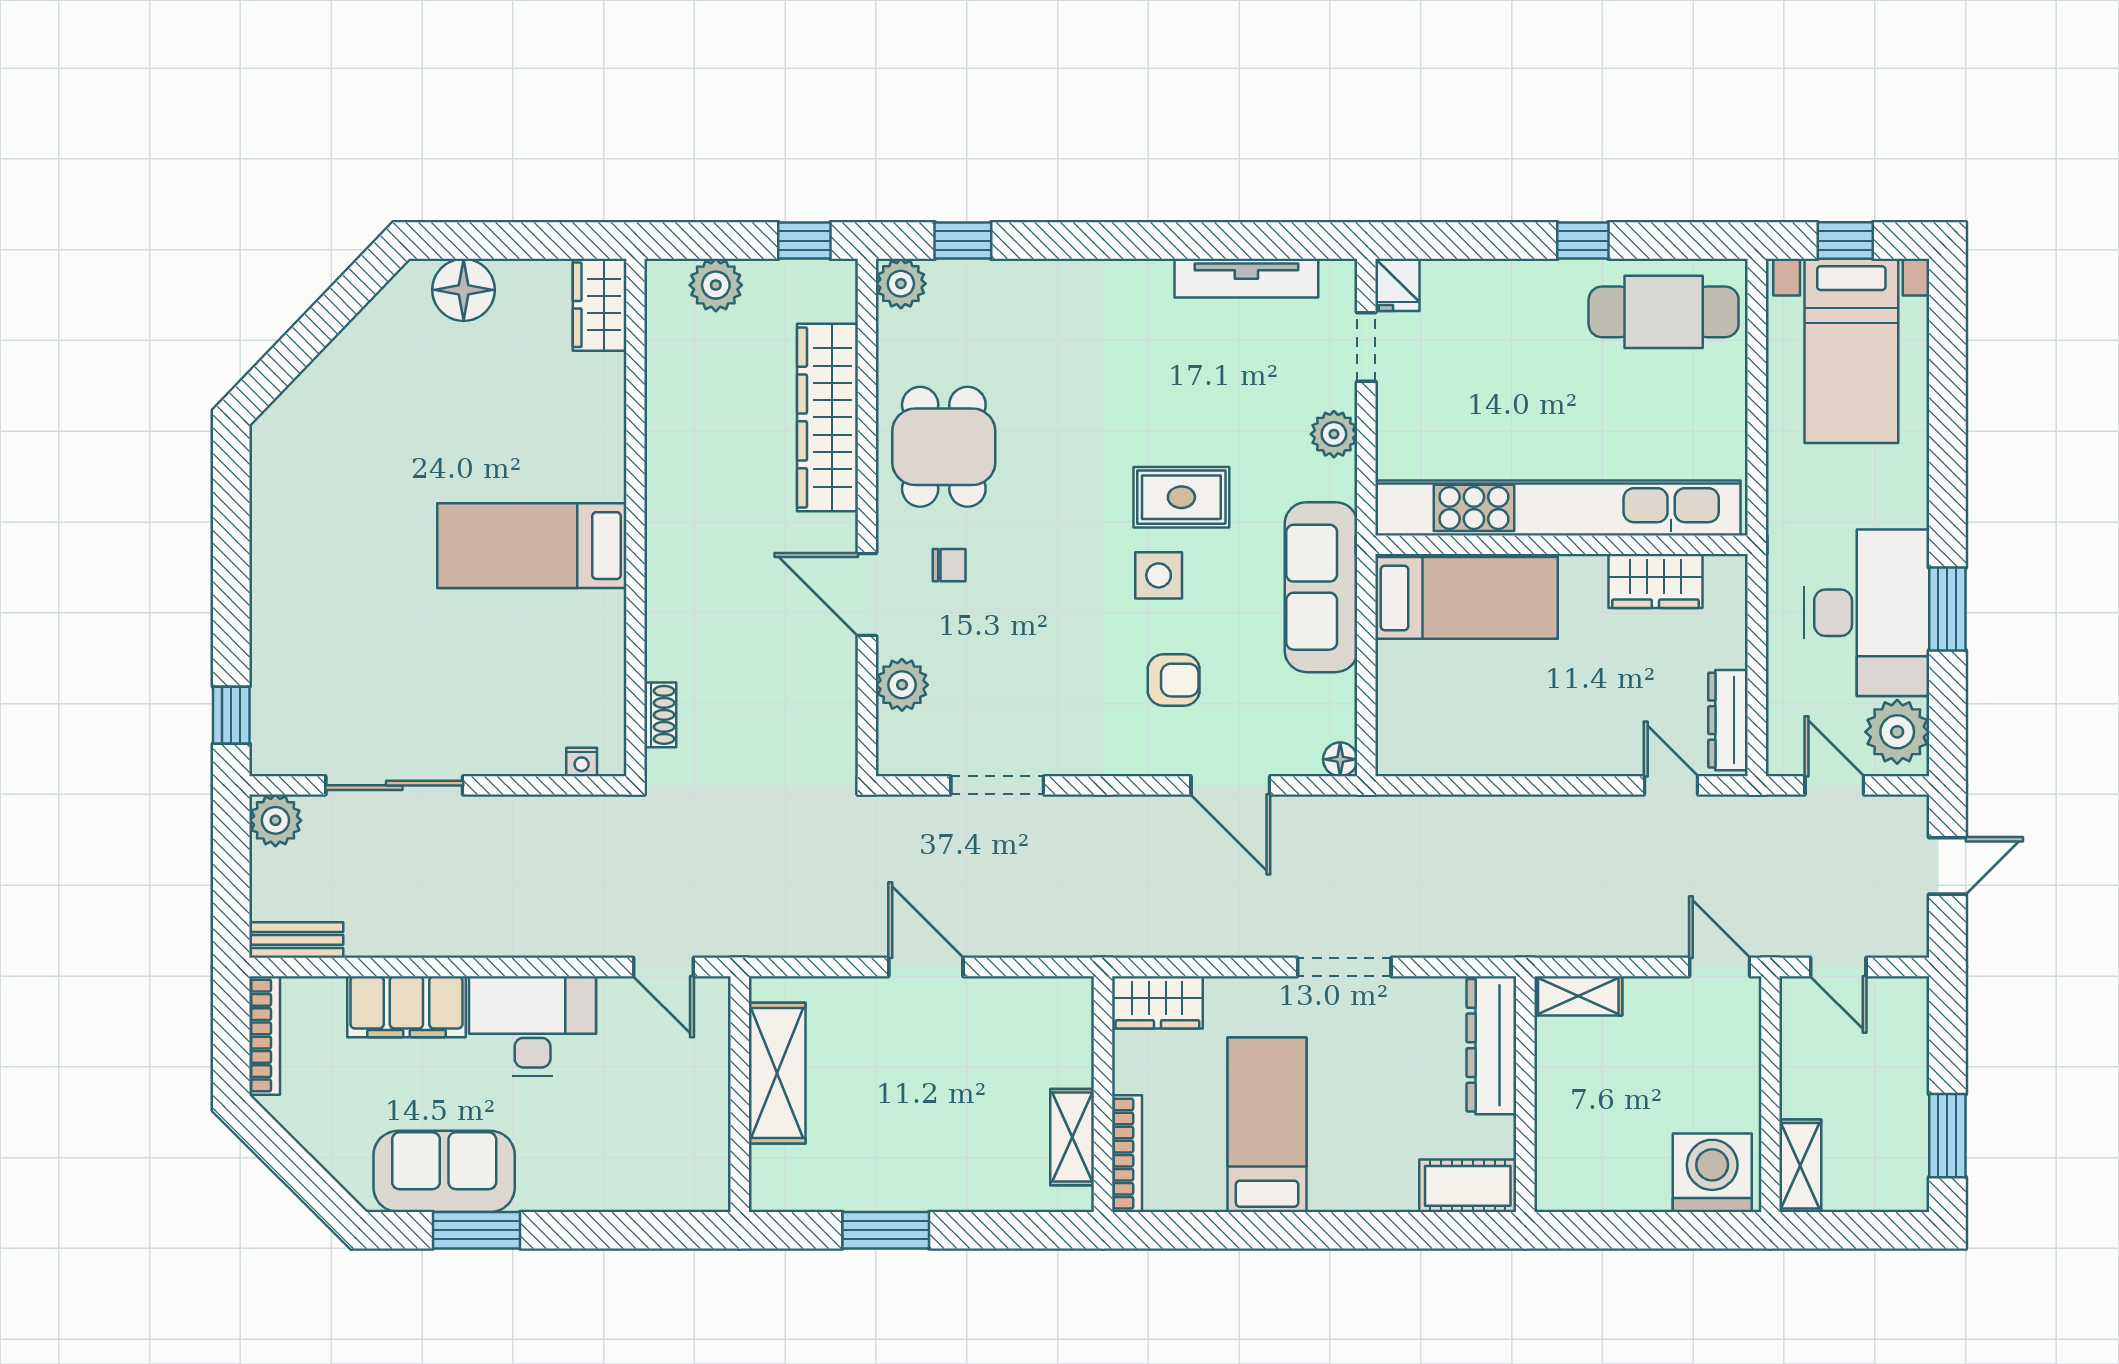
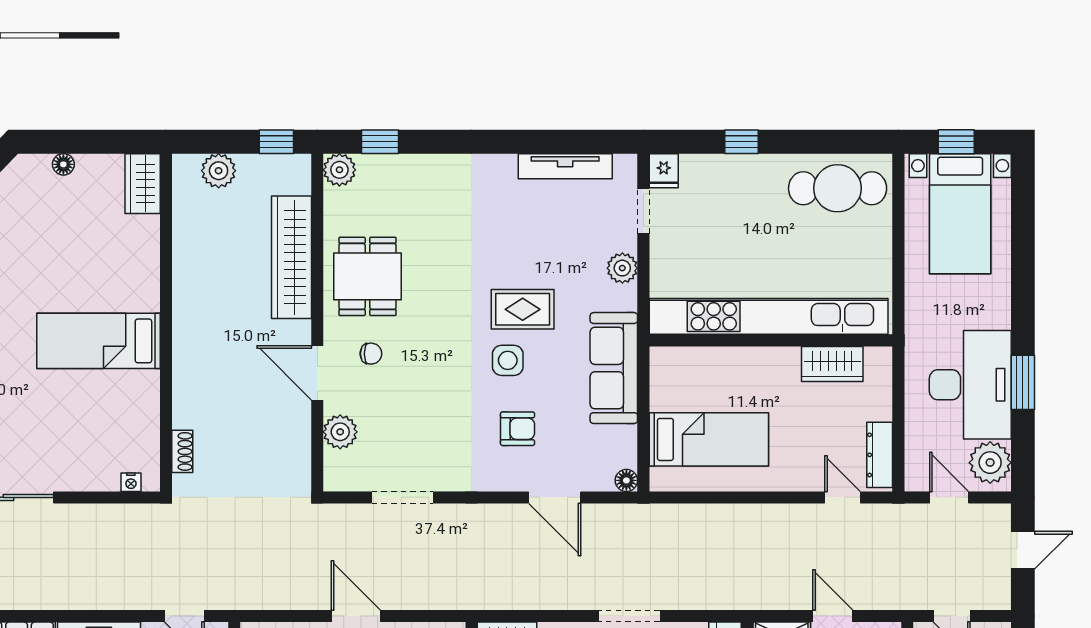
window: (1583, 241) -> (742, 142), moved
floor lamp: (464, 290) -> (63, 164), width x0.53, depth x0.53
bed: (1466, 598) -> (709, 439), moved
door: (1720, 967) -> (833, 616), moved

